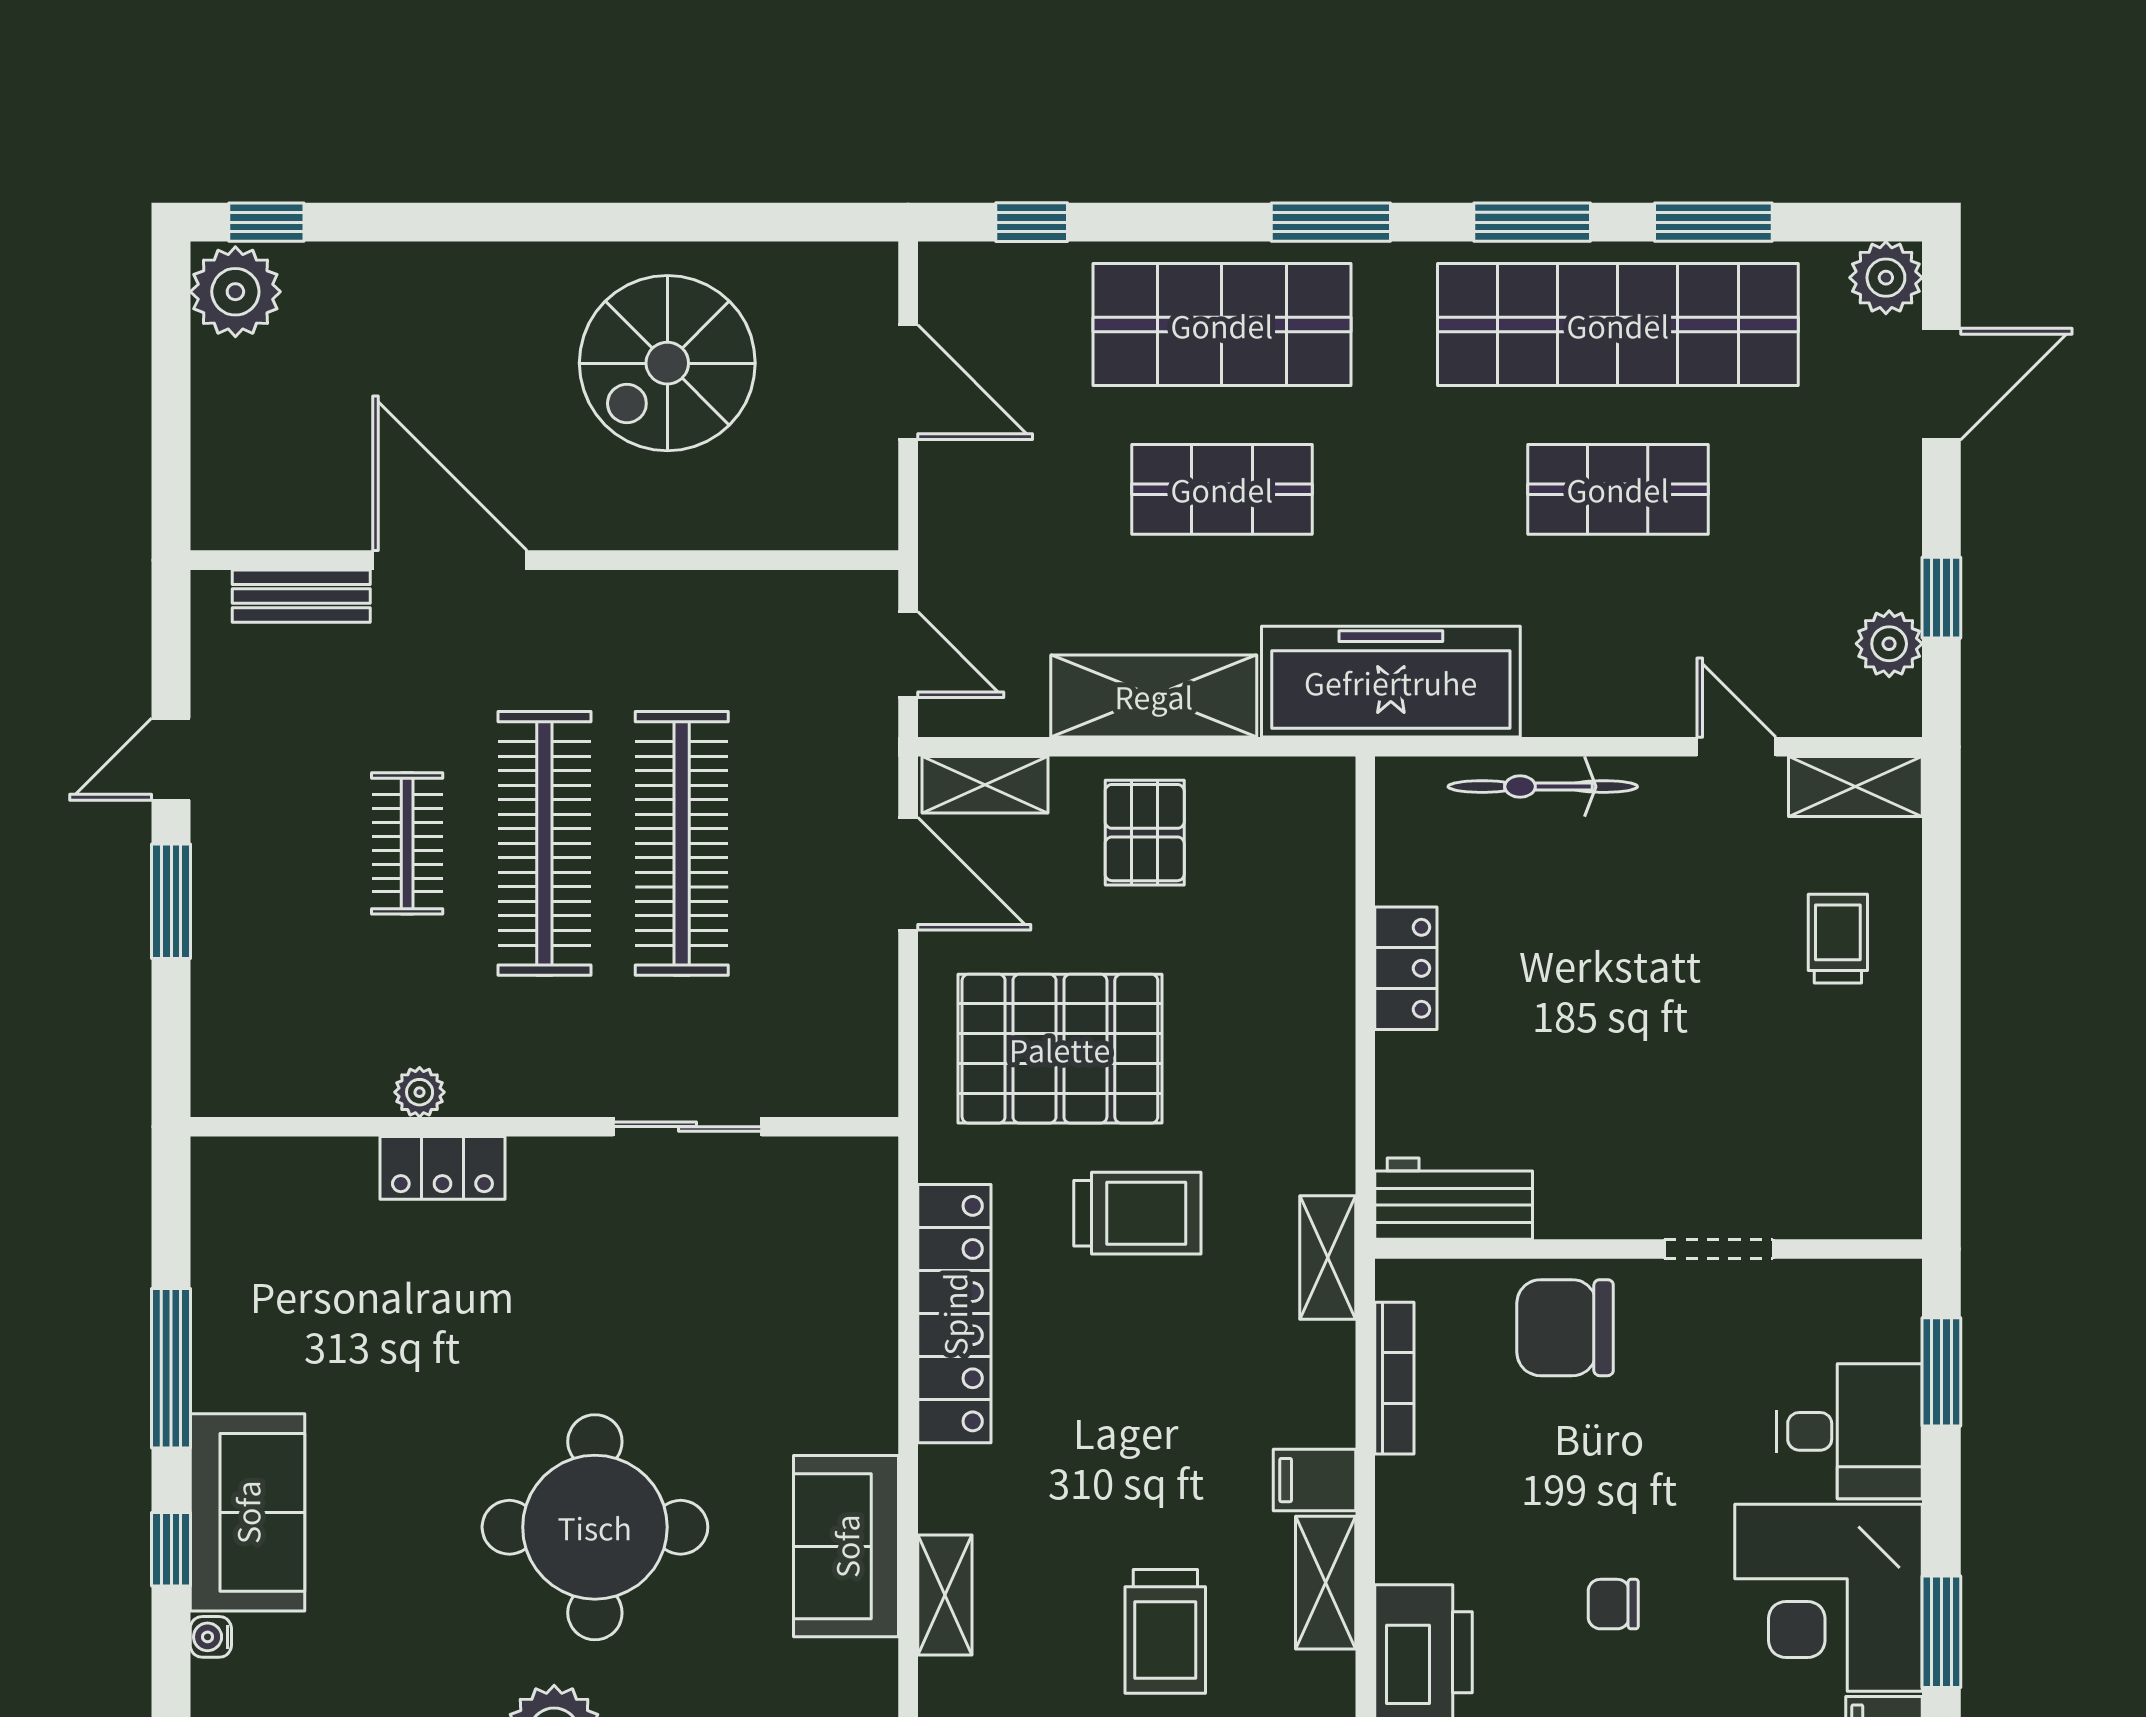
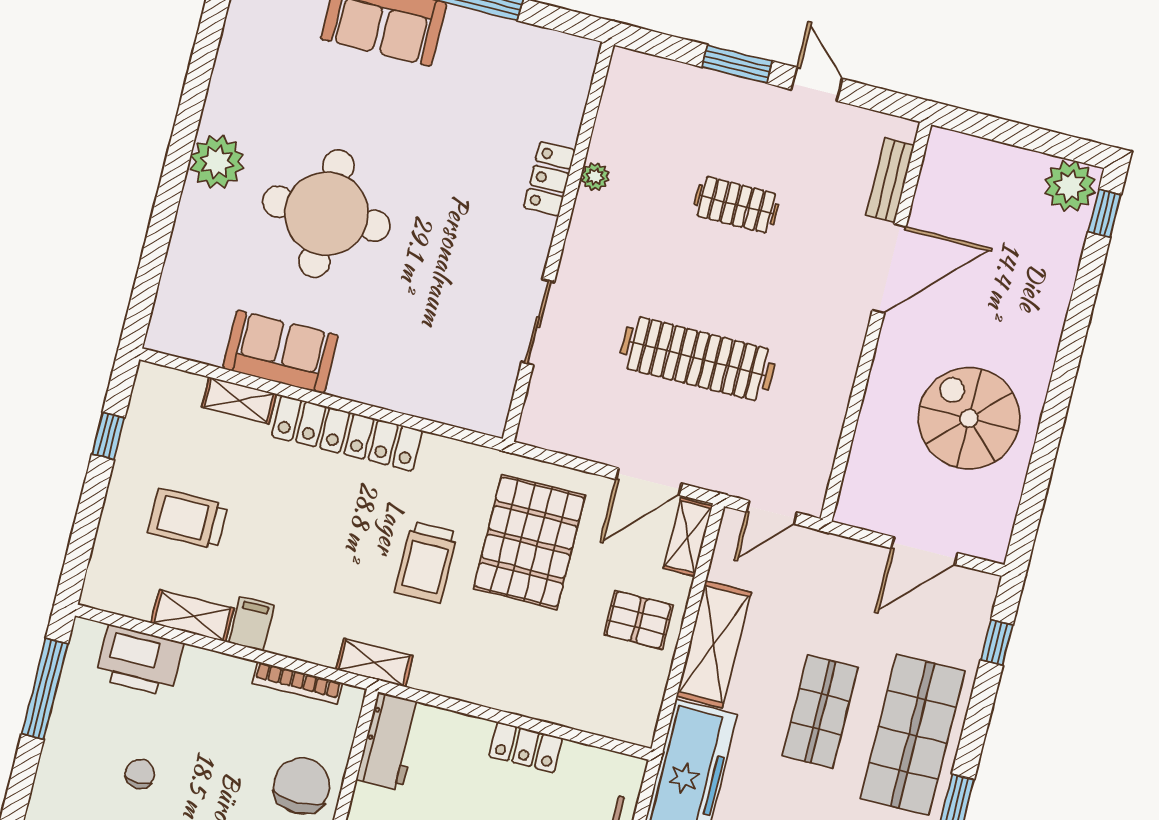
clothes rail: (544, 843) -> (717, 282), removed
locker: (954, 1314) -> (347, 433), moved

